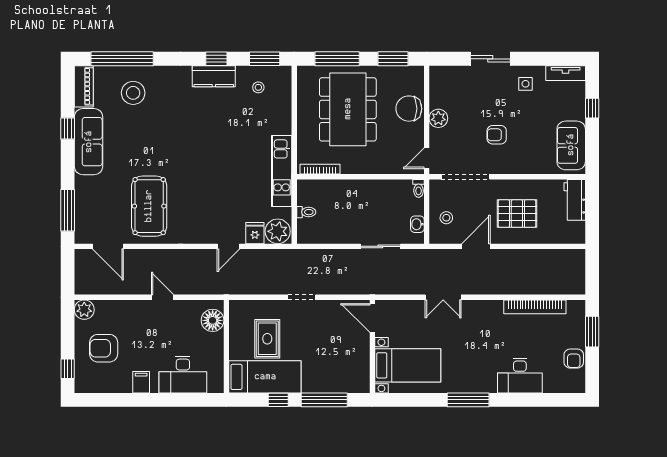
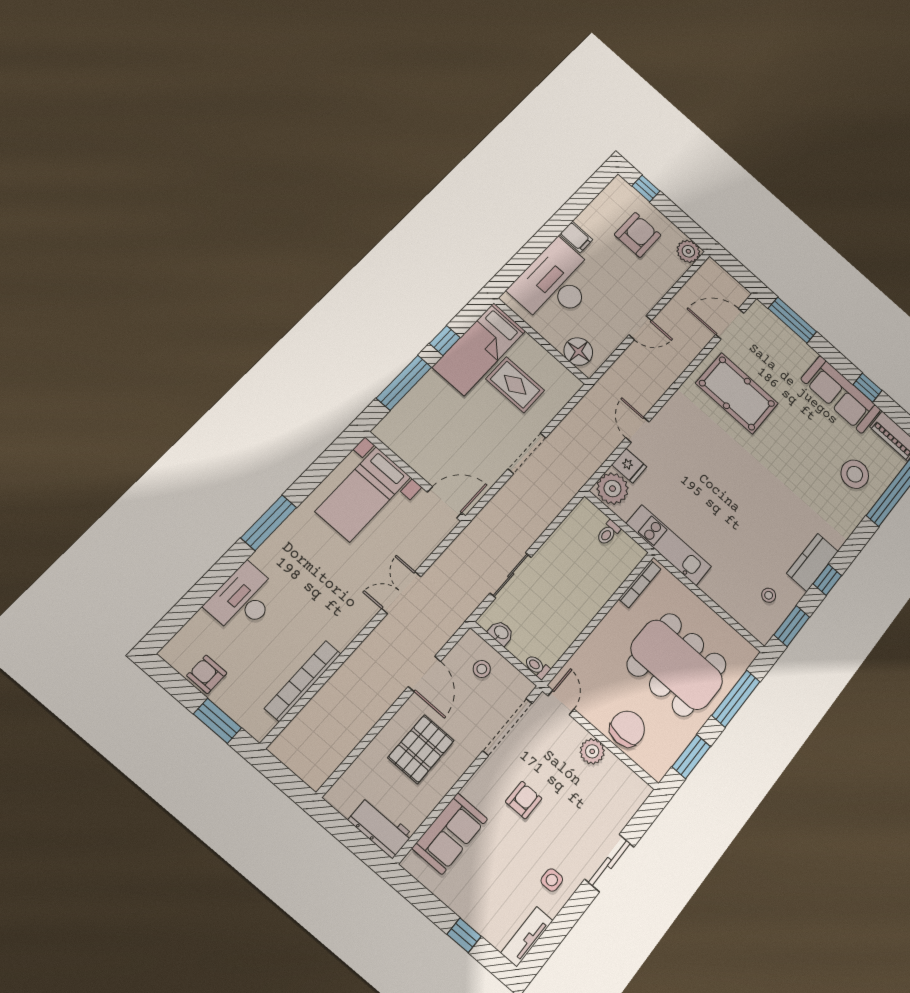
sofa: (571, 145) -> (450, 834), moved, turned 90
doorway: (302, 297) -> (527, 453), width x1.38
desk: (183, 375) -> (555, 284), width x1.36, depth x1.30

